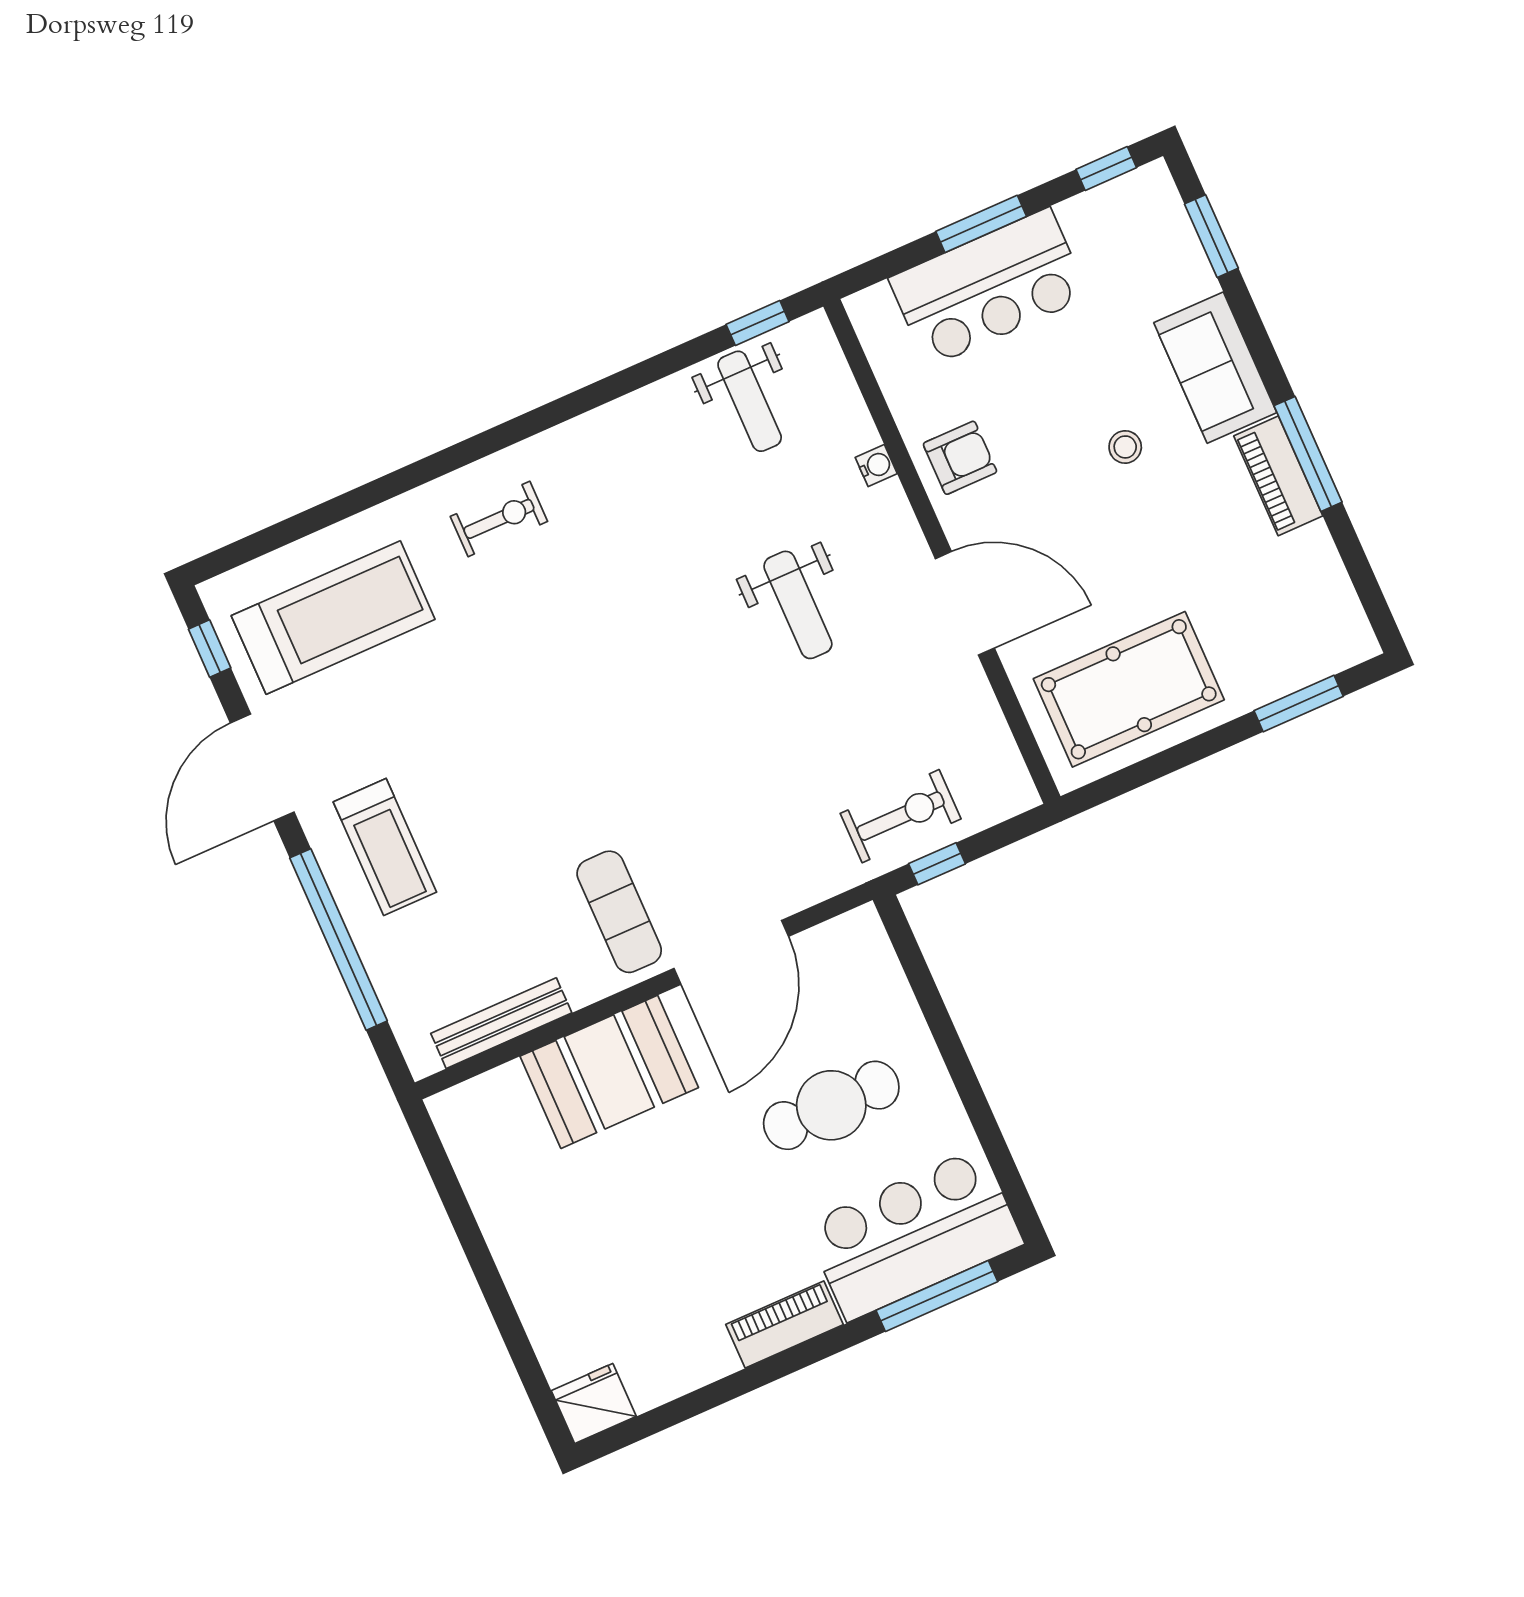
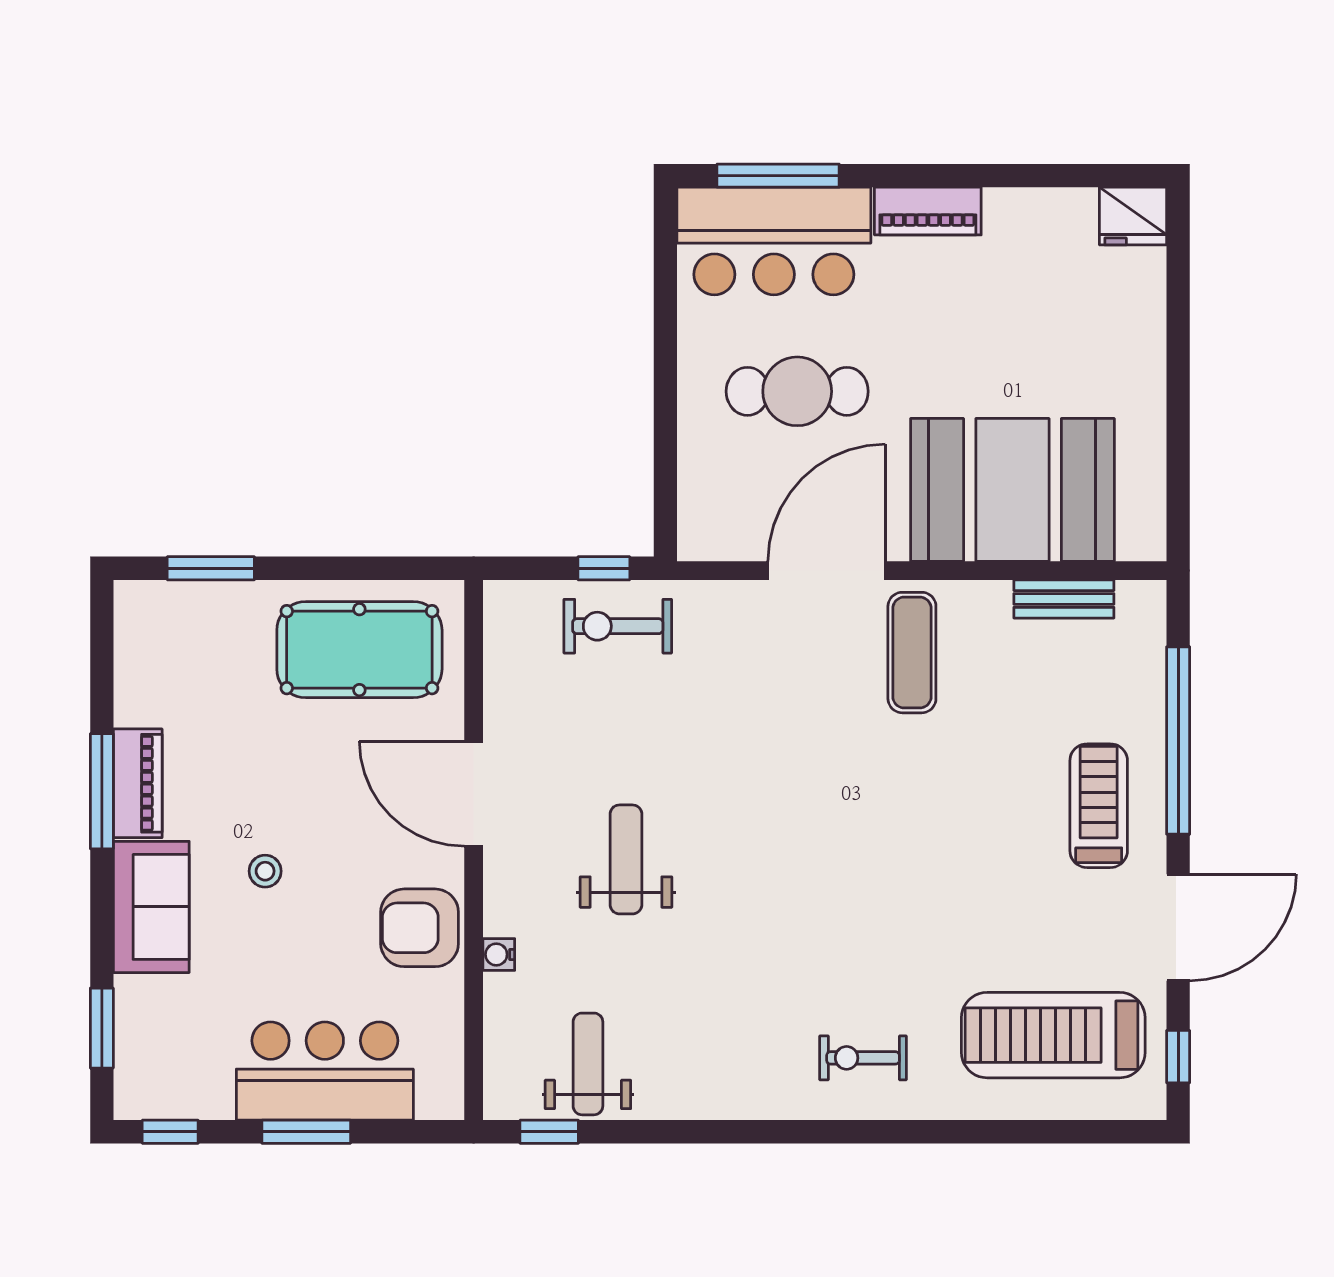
armchair: (960, 458) -> (420, 928), width x1.38, depth x1.38
bench: (501, 1023) -> (1064, 599), width x0.73
booth: (609, 1072) -> (1012, 490), width x1.36, depth x1.42

